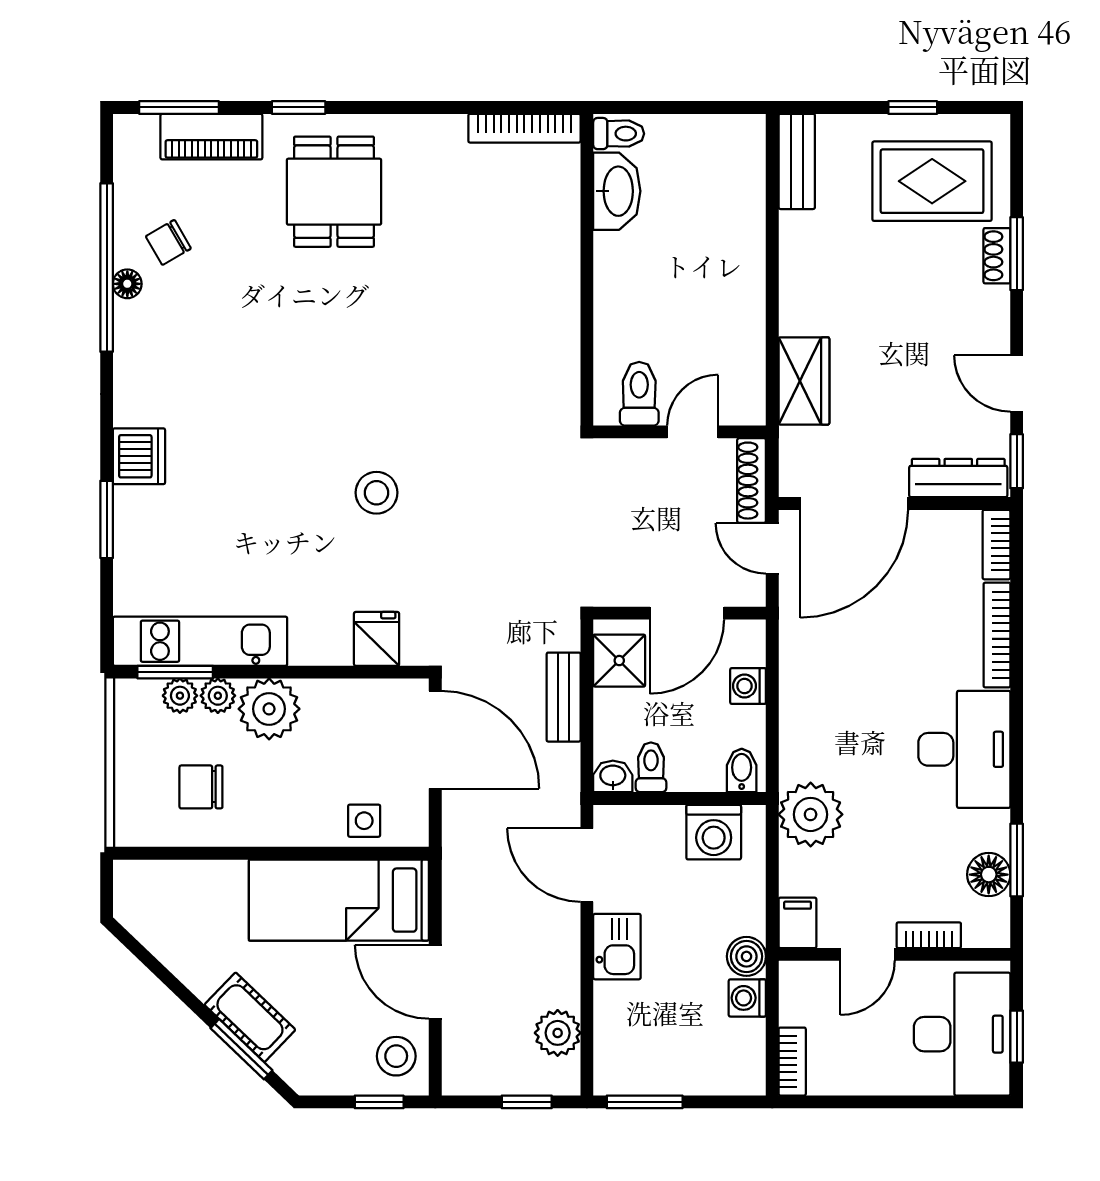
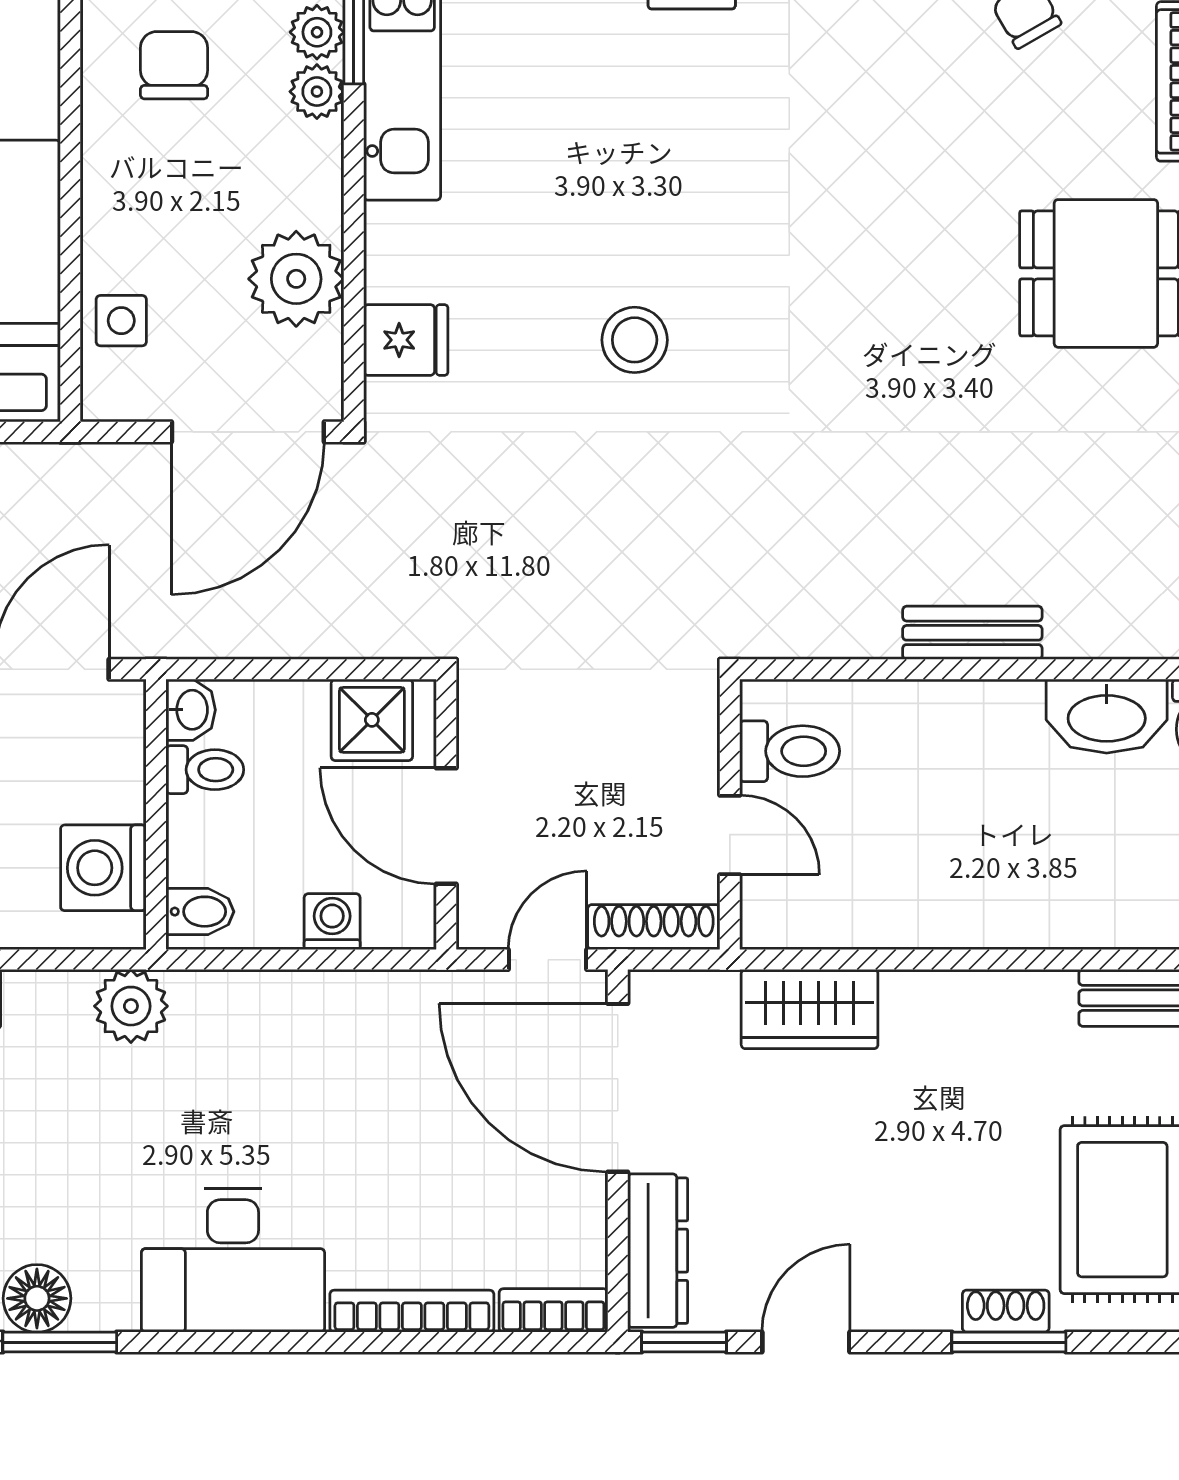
bench: (564, 697) -> (972, 633), moved
plant: (269, 709) -> (296, 279), moved
plant: (811, 814) -> (131, 1006), width x0.73, depth x0.73

